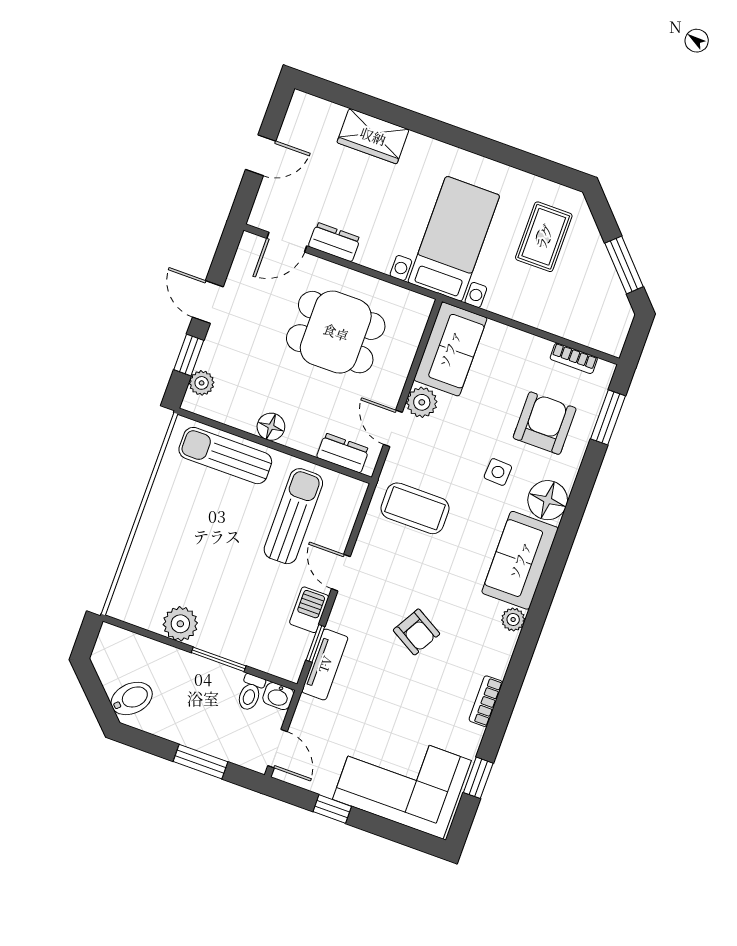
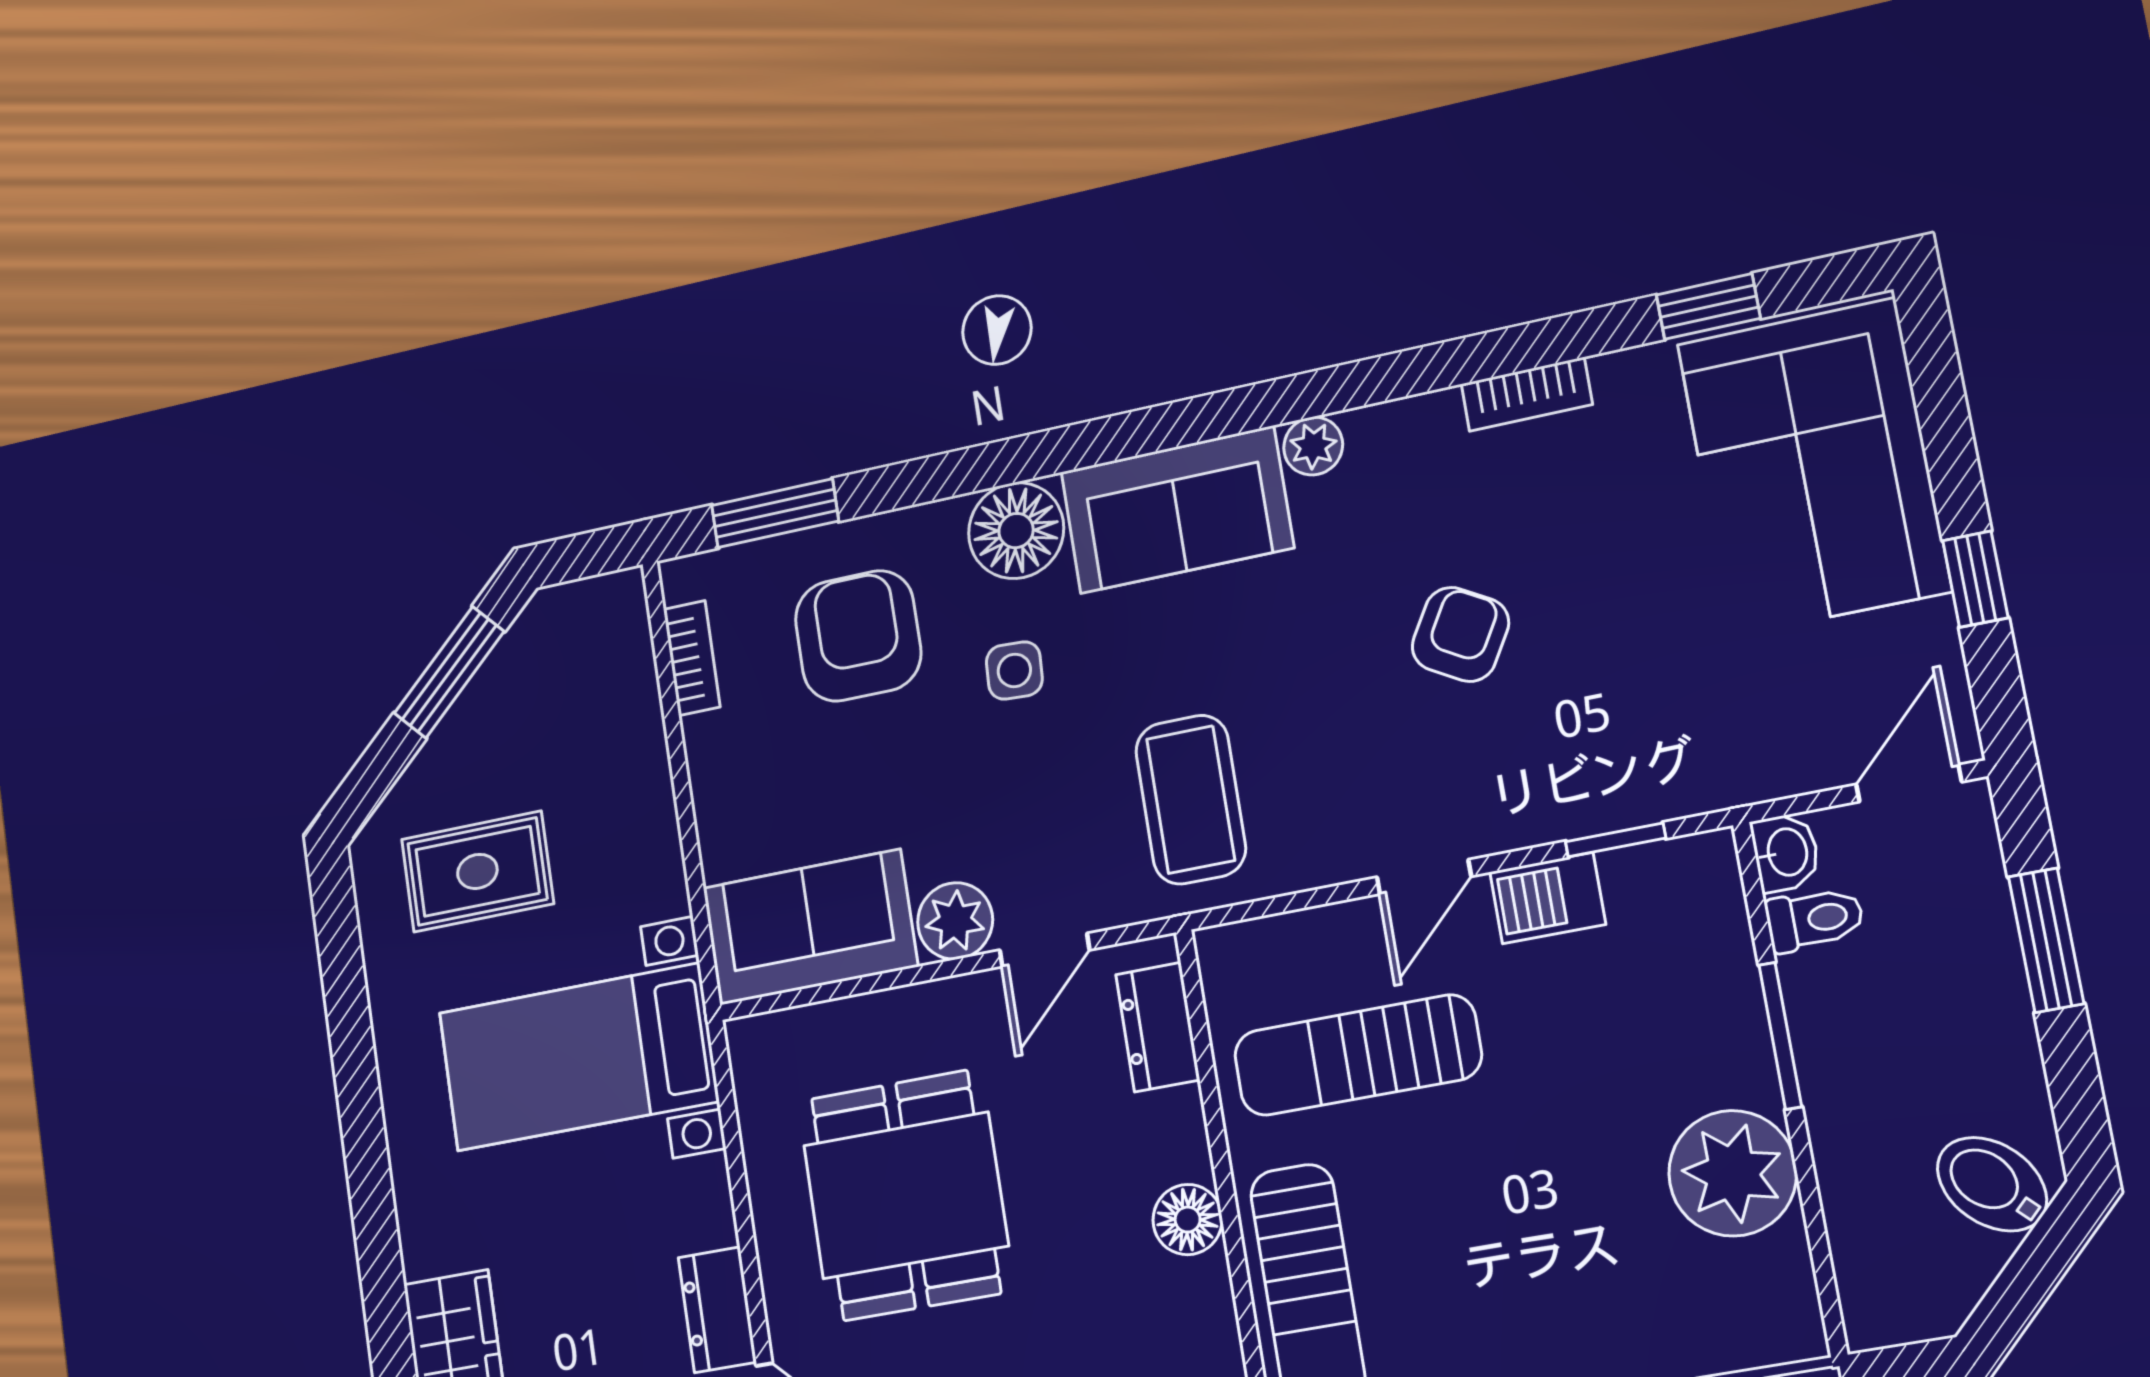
armchair: (545, 423) -> (858, 636), turned 90
plant: (180, 624) -> (1733, 1173), width x1.36, depth x1.36
tv unit: (325, 664) -> (1651, 791), removed

